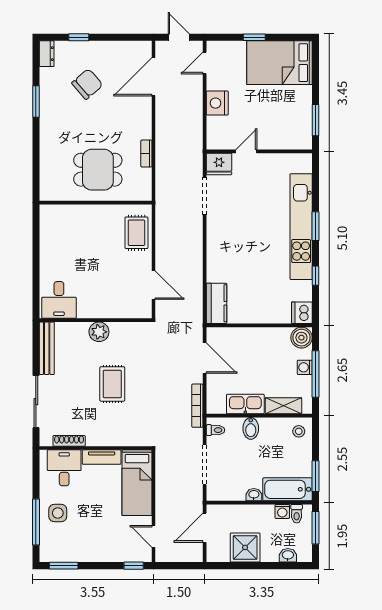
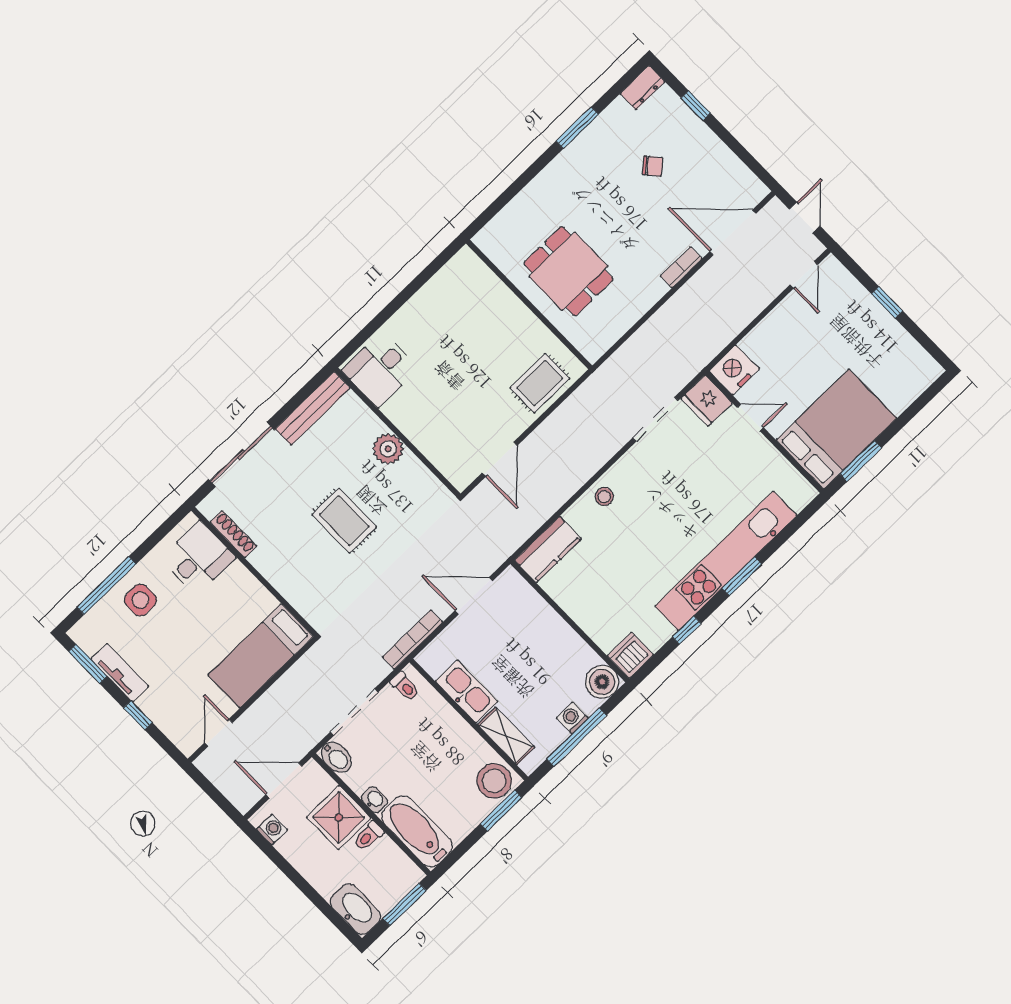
door: (205, 63) -> (804, 275), swing flipped
bed: (279, 63) -> (836, 429), moved, turned 90
chair: (87, 84) -> (653, 166), width x0.54, depth x0.54
nightstand: (217, 103) -> (734, 370), moved
bookcase: (146, 154) -> (681, 267), moved
stool: (217, 254) -> (604, 497), added
door: (205, 358) -> (474, 596), swing flipped
rug: (112, 384) -> (344, 521), turned 90
bidet: (251, 428) -> (336, 757), moved, turned -90
stool: (299, 431) -> (494, 781), width x1.89, depth x1.89
tv unit: (102, 457) -> (120, 673), moved, turned 180
window: (315, 476) -> (501, 811), moved
washing machine: (282, 511) -> (272, 830), moved, turned 180
toilet: (297, 514) -> (369, 836), moved
shower: (245, 547) -> (339, 818), moved
washbasin: (288, 555) -> (355, 909), width x1.91, depth x1.45
window: (134, 566) -> (138, 715), moved

